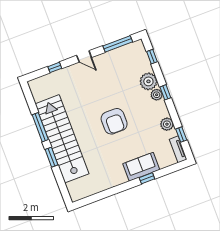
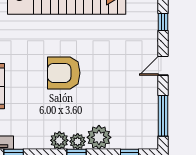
plant: (167, 124) -> (59, 140), moved

